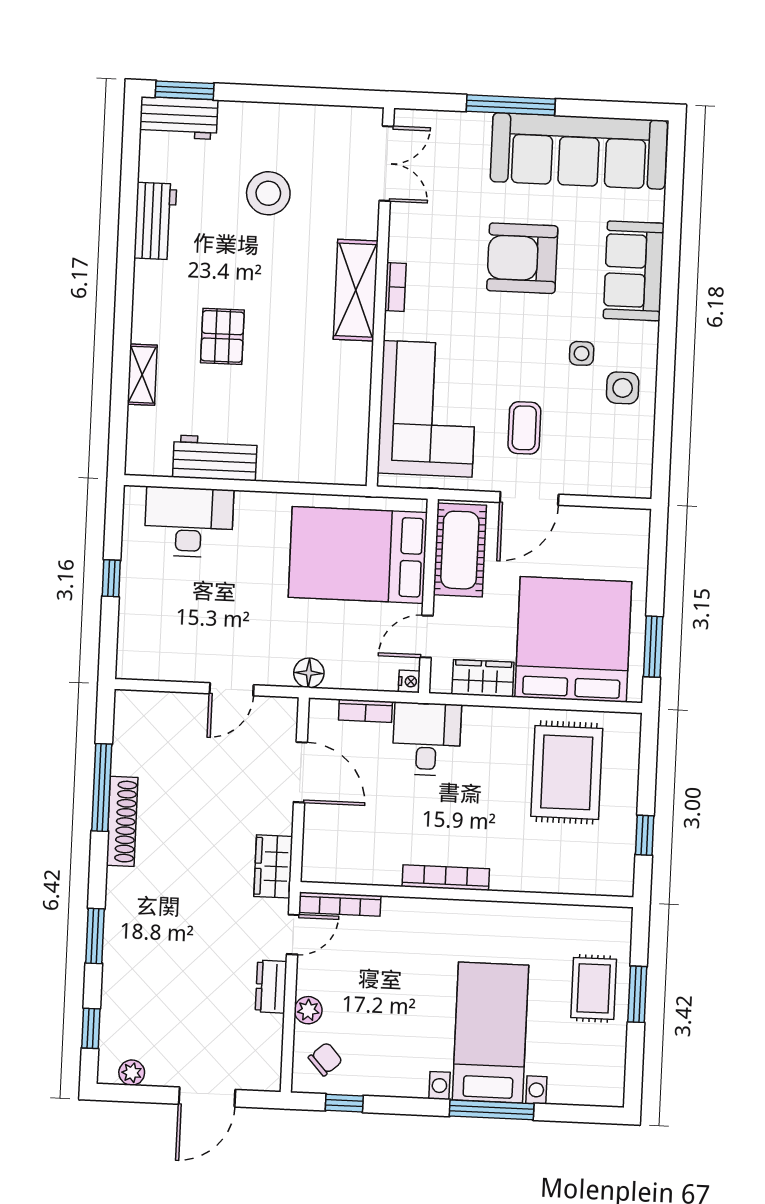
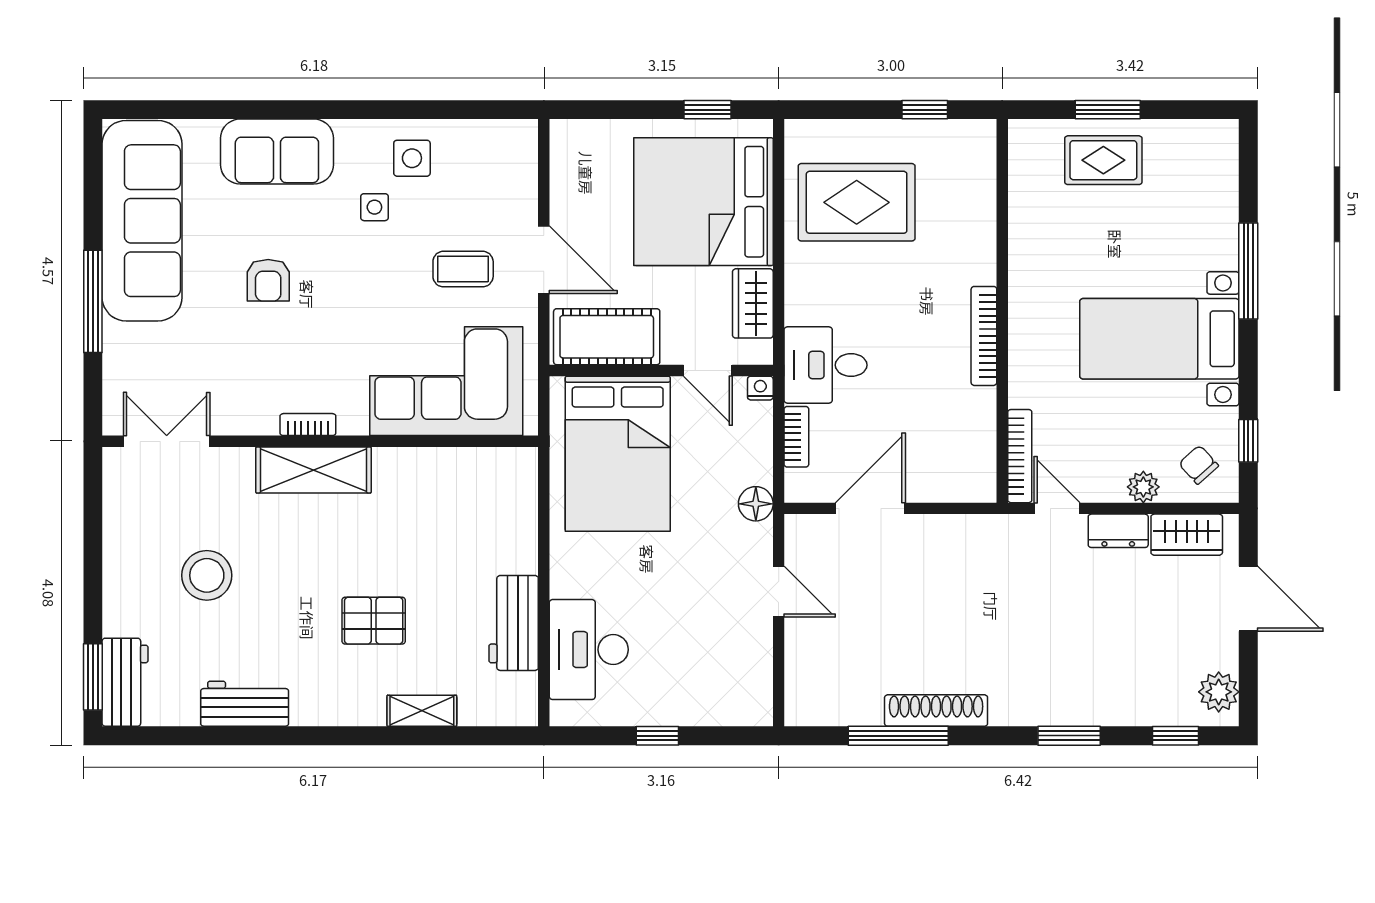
armchair: (522, 258) -> (268, 280), width x0.53, depth x0.53
window: (653, 647) -> (707, 110), width x0.67
wardrobe: (273, 866) -> (1187, 535), moved
bed with nightstands: (490, 1032) -> (1159, 339), moved
plant: (132, 1073) -> (1219, 692), width x1.38, depth x1.38

